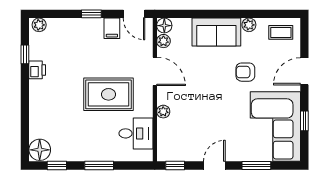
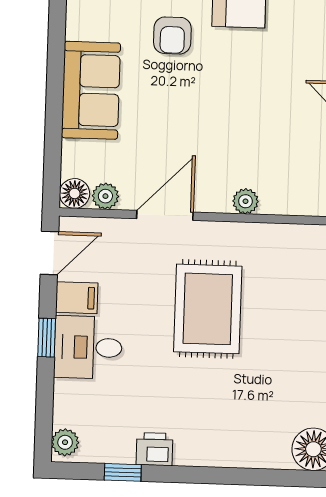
plant: (249, 25) -> (79, 25), removed
desk: (136, 133) -> (88, 347), moved, turned -90

